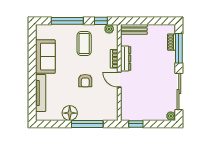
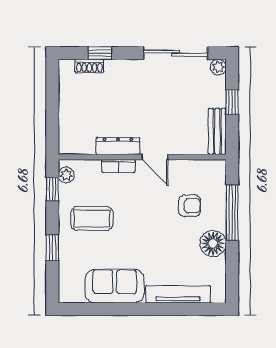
window: (67, 21) -> (52, 248), width x0.46
bench: (134, 29) -> (217, 132), moved
window: (179, 48) -> (100, 53), width x0.46
door: (119, 80) -> (155, 157), hinge flipped
armchair: (85, 81) -> (190, 206), moved
window: (136, 124) -> (232, 102), moved

